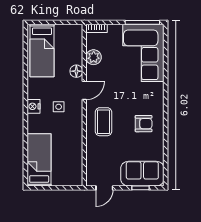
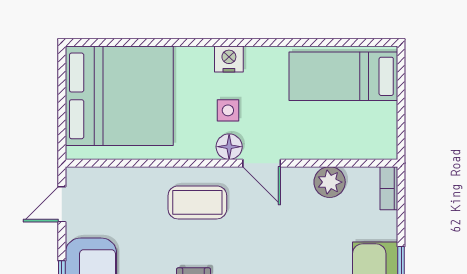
floor lamp: (76, 71) -> (229, 147), moved
bed: (39, 160) -> (119, 96), width x2.04
door: (104, 188) -> (62, 204), hinge flipped

